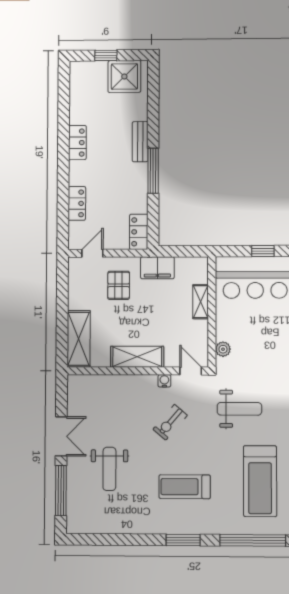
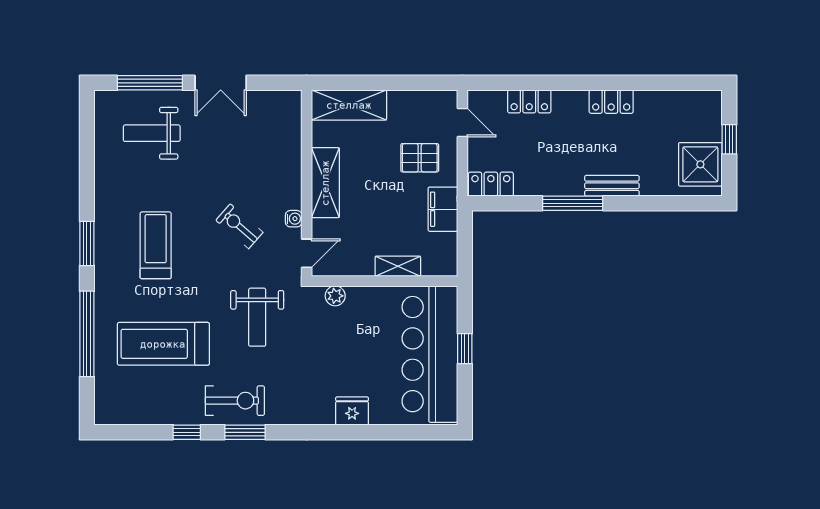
weight bench: (109, 469) -> (152, 133), moved

